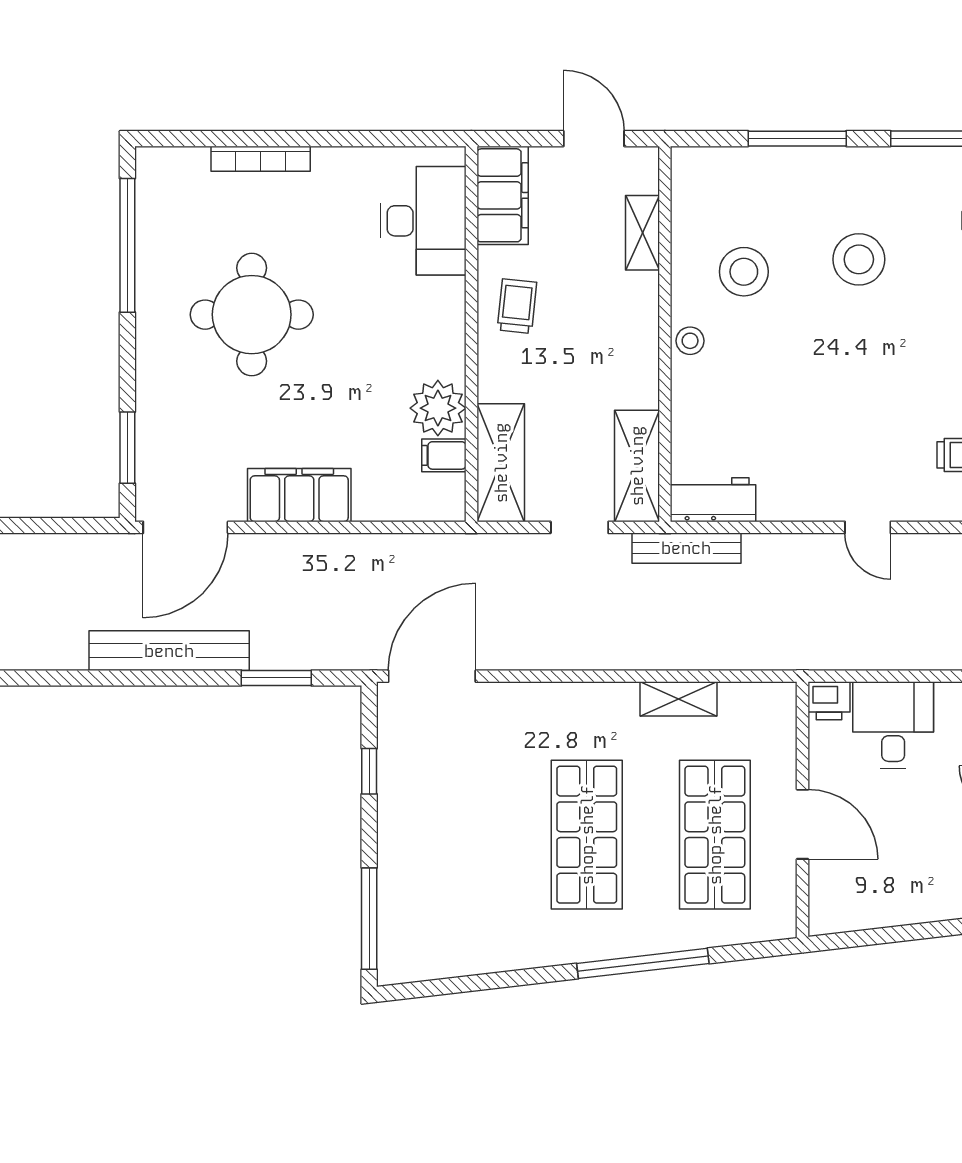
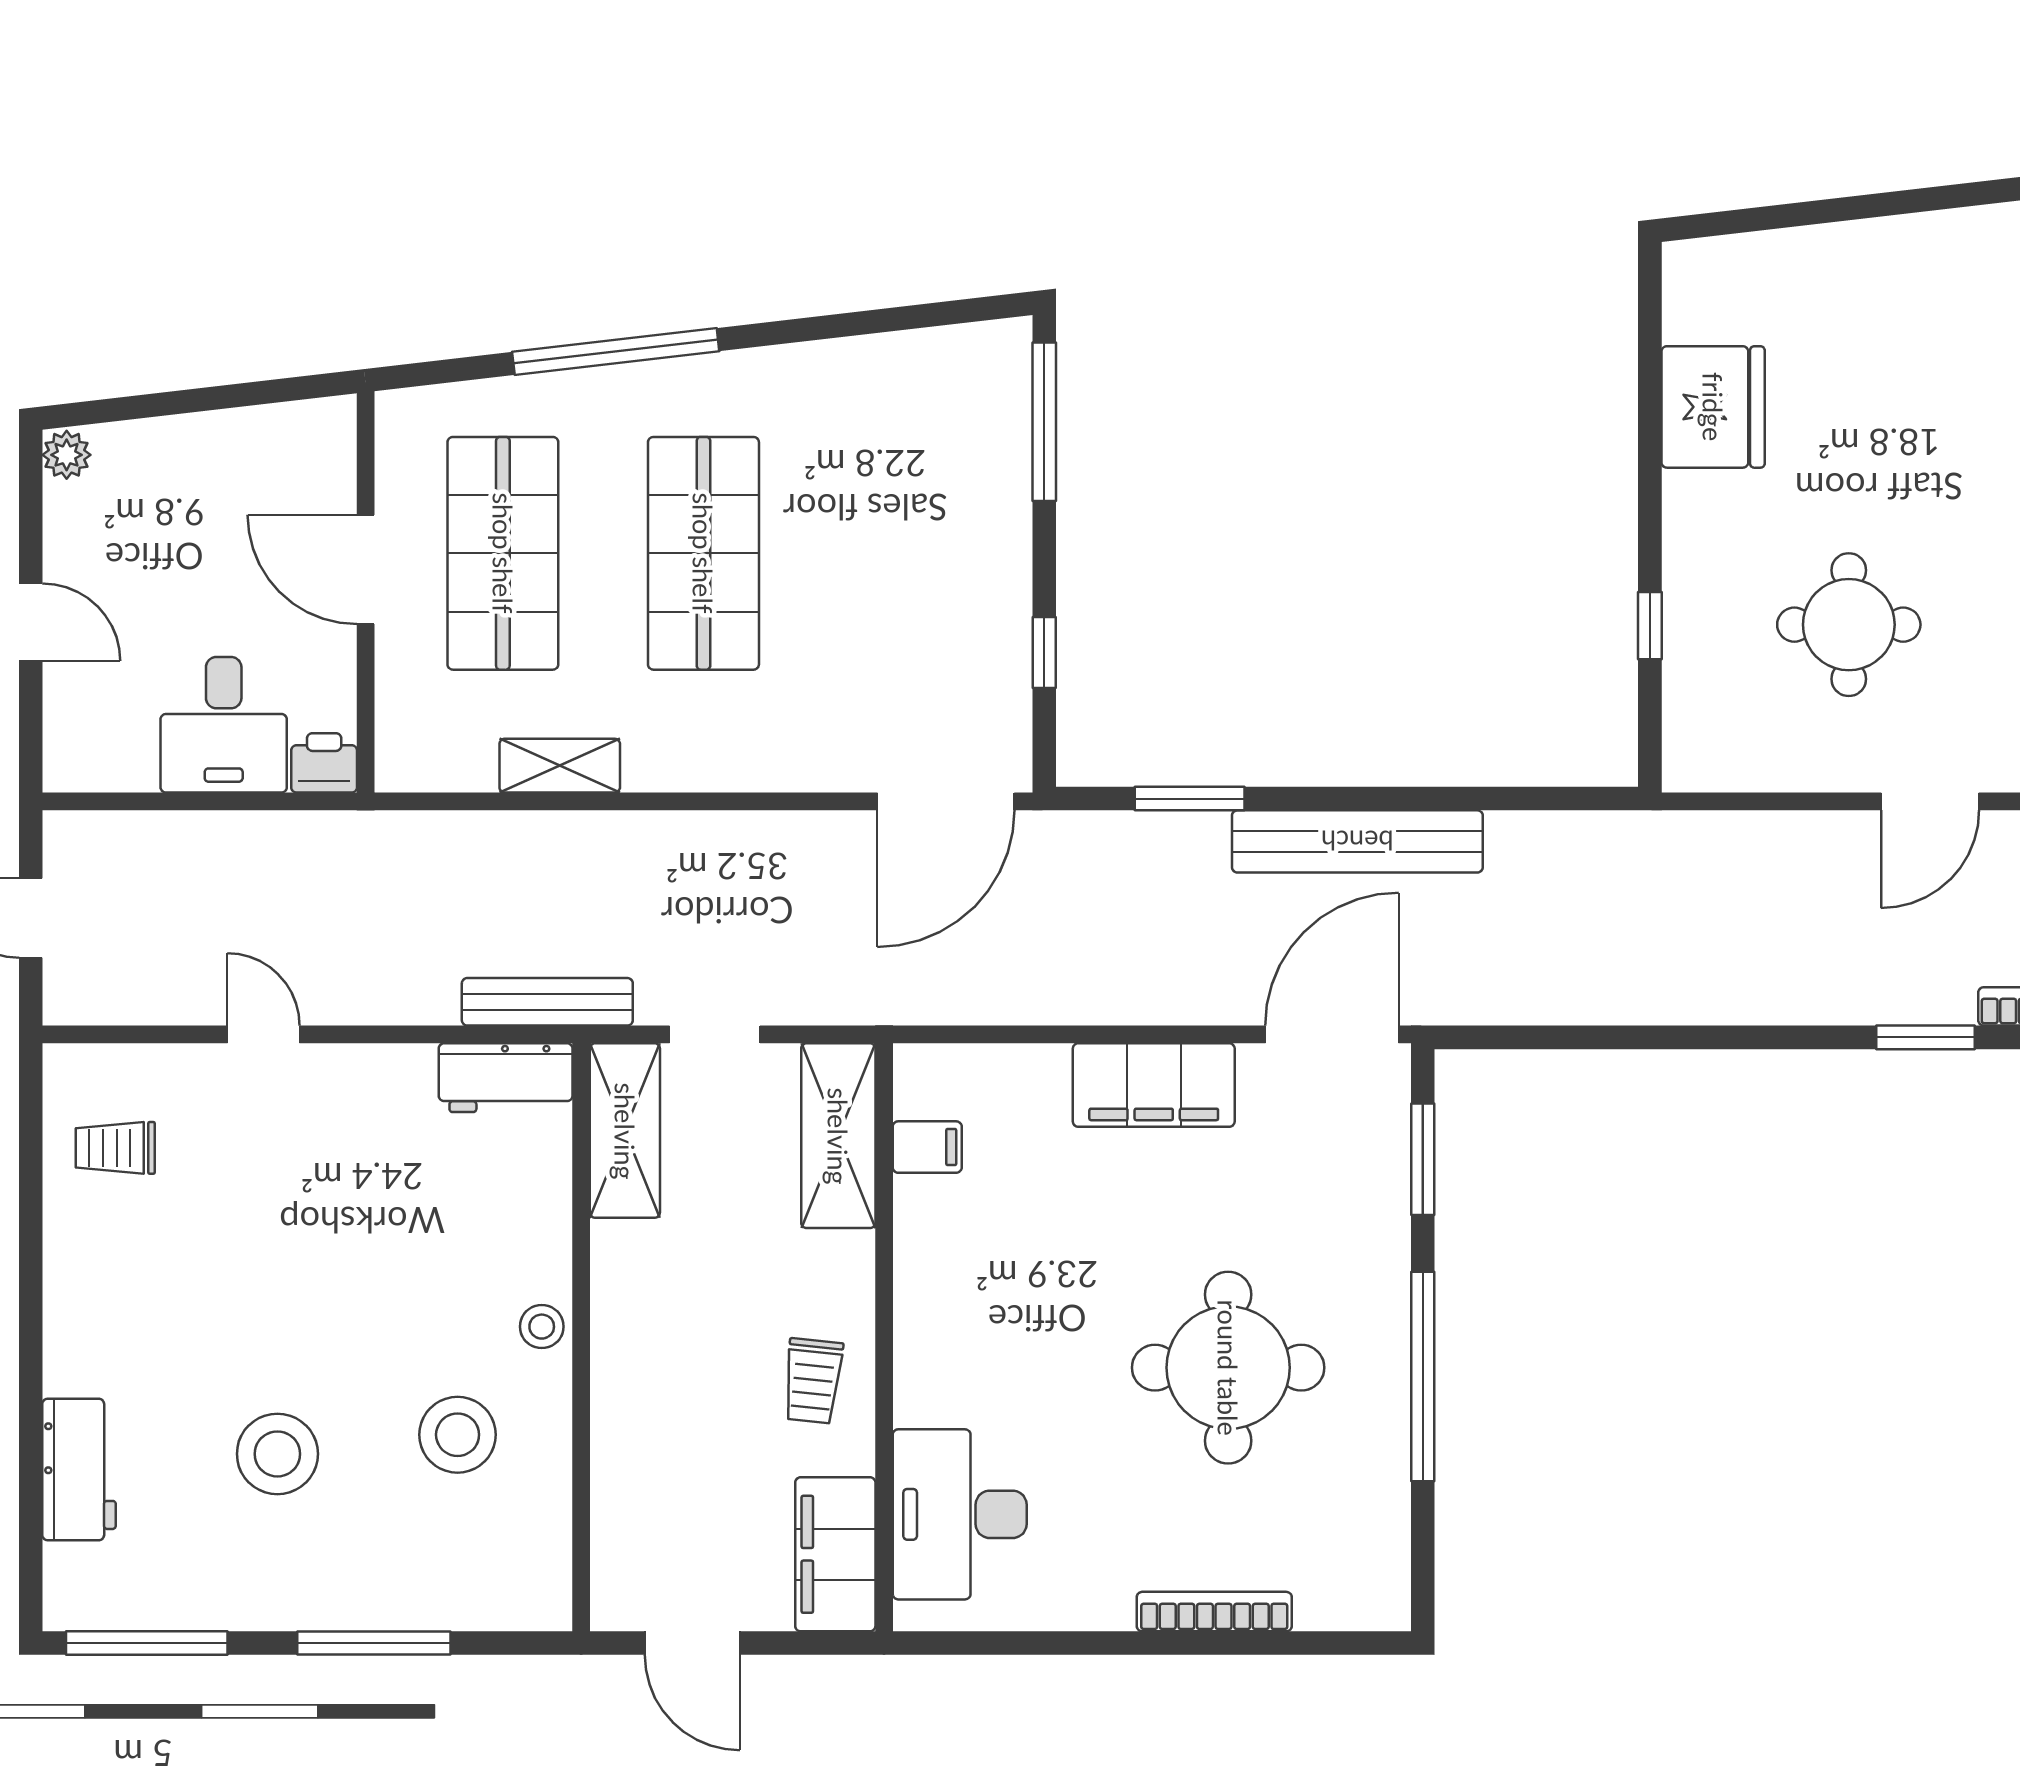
shelving: (642, 233) -> (616, 1496), removed
window: (127, 245) -> (1423, 1376), moved
plant: (438, 408) -> (936, 1221), removed

